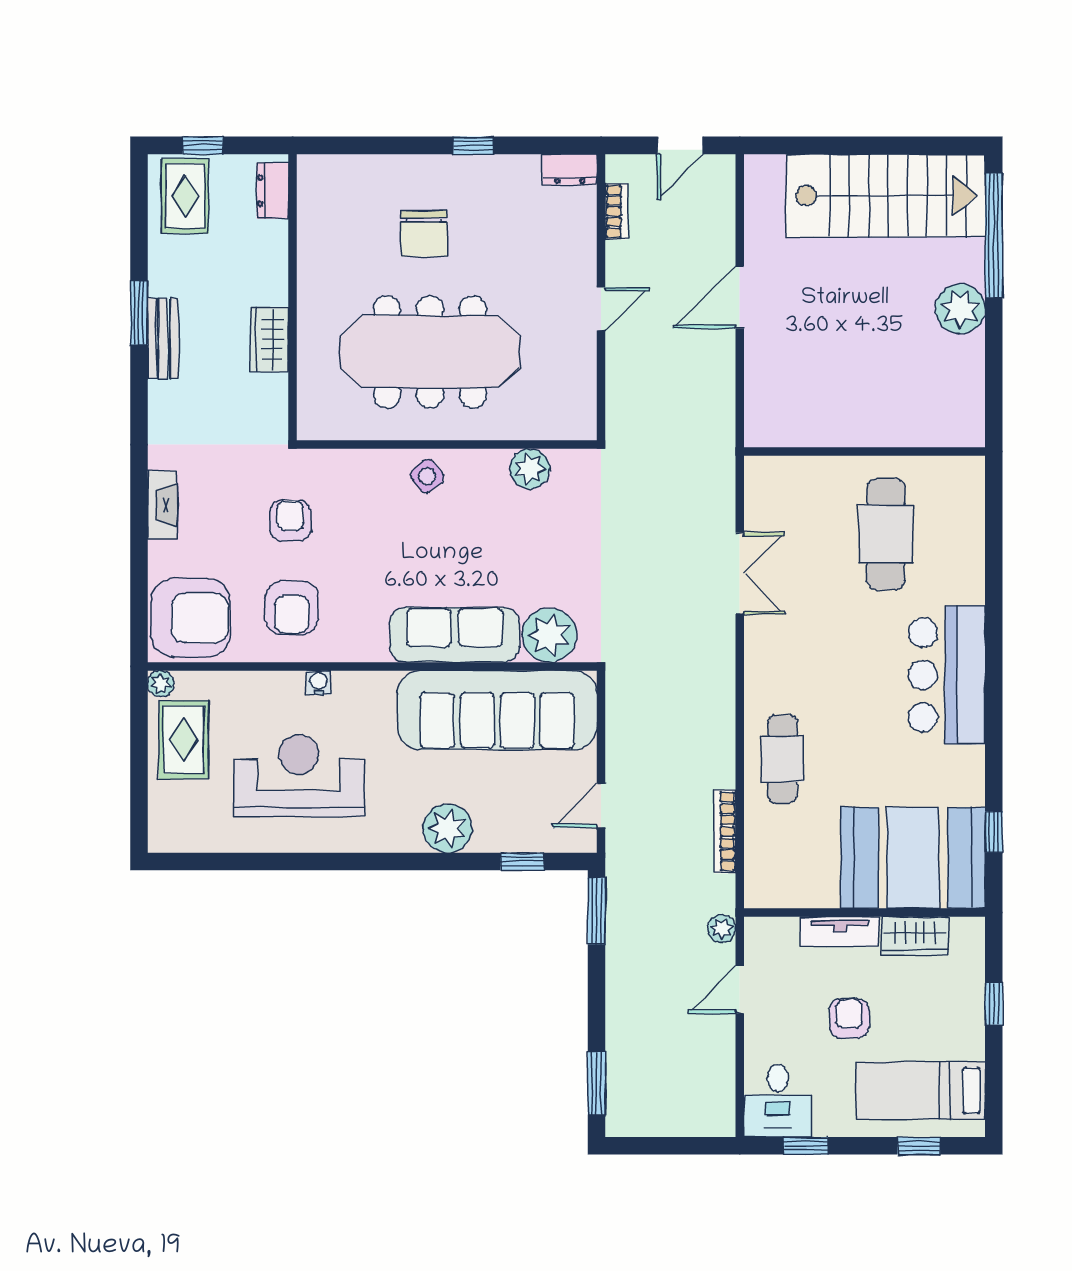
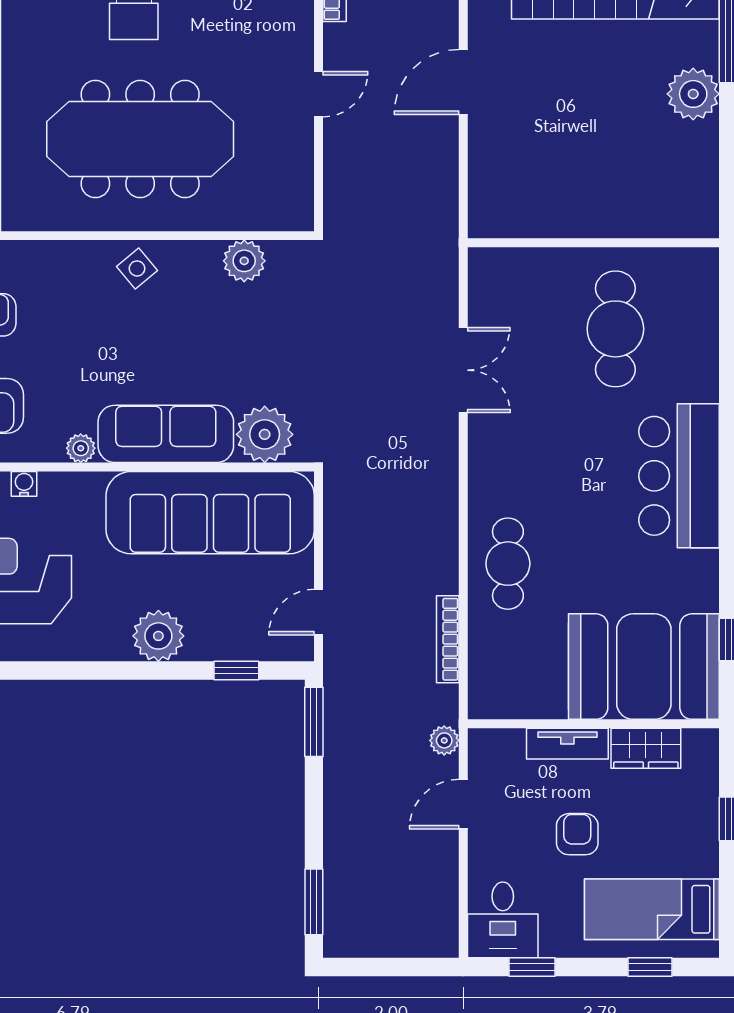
plant: (373, 648) -> (81, 448), added

